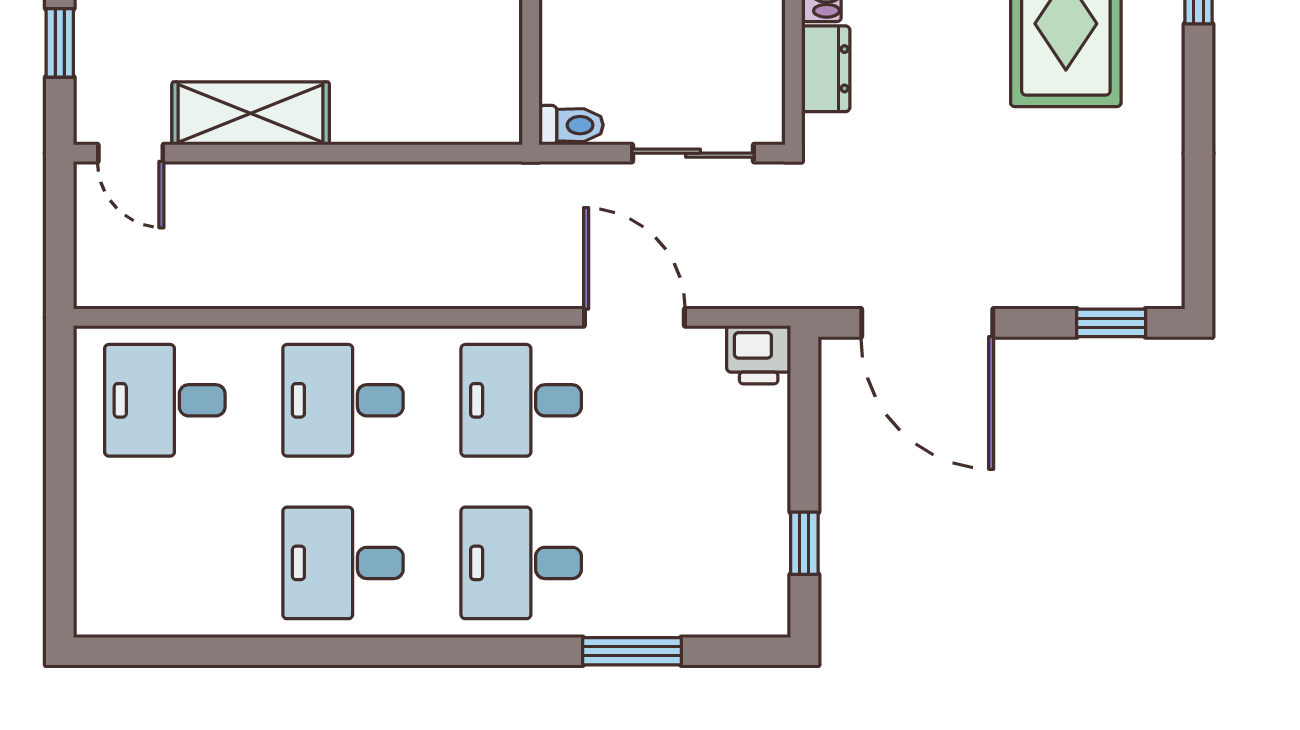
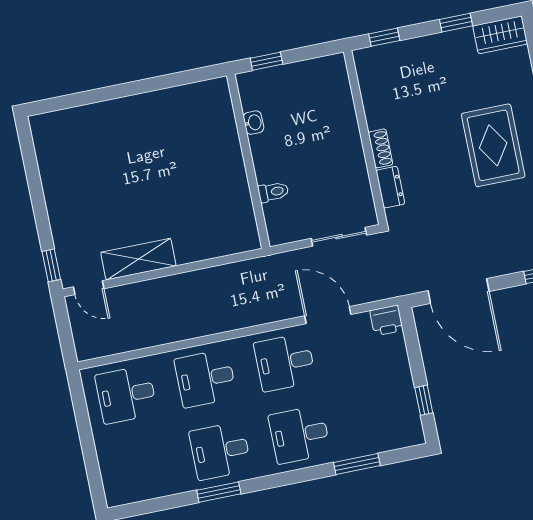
window: (60, 43) -> (51, 265), moved
toilet: (571, 125) -> (273, 192), moved
window: (322, 651) -> (219, 492), added

